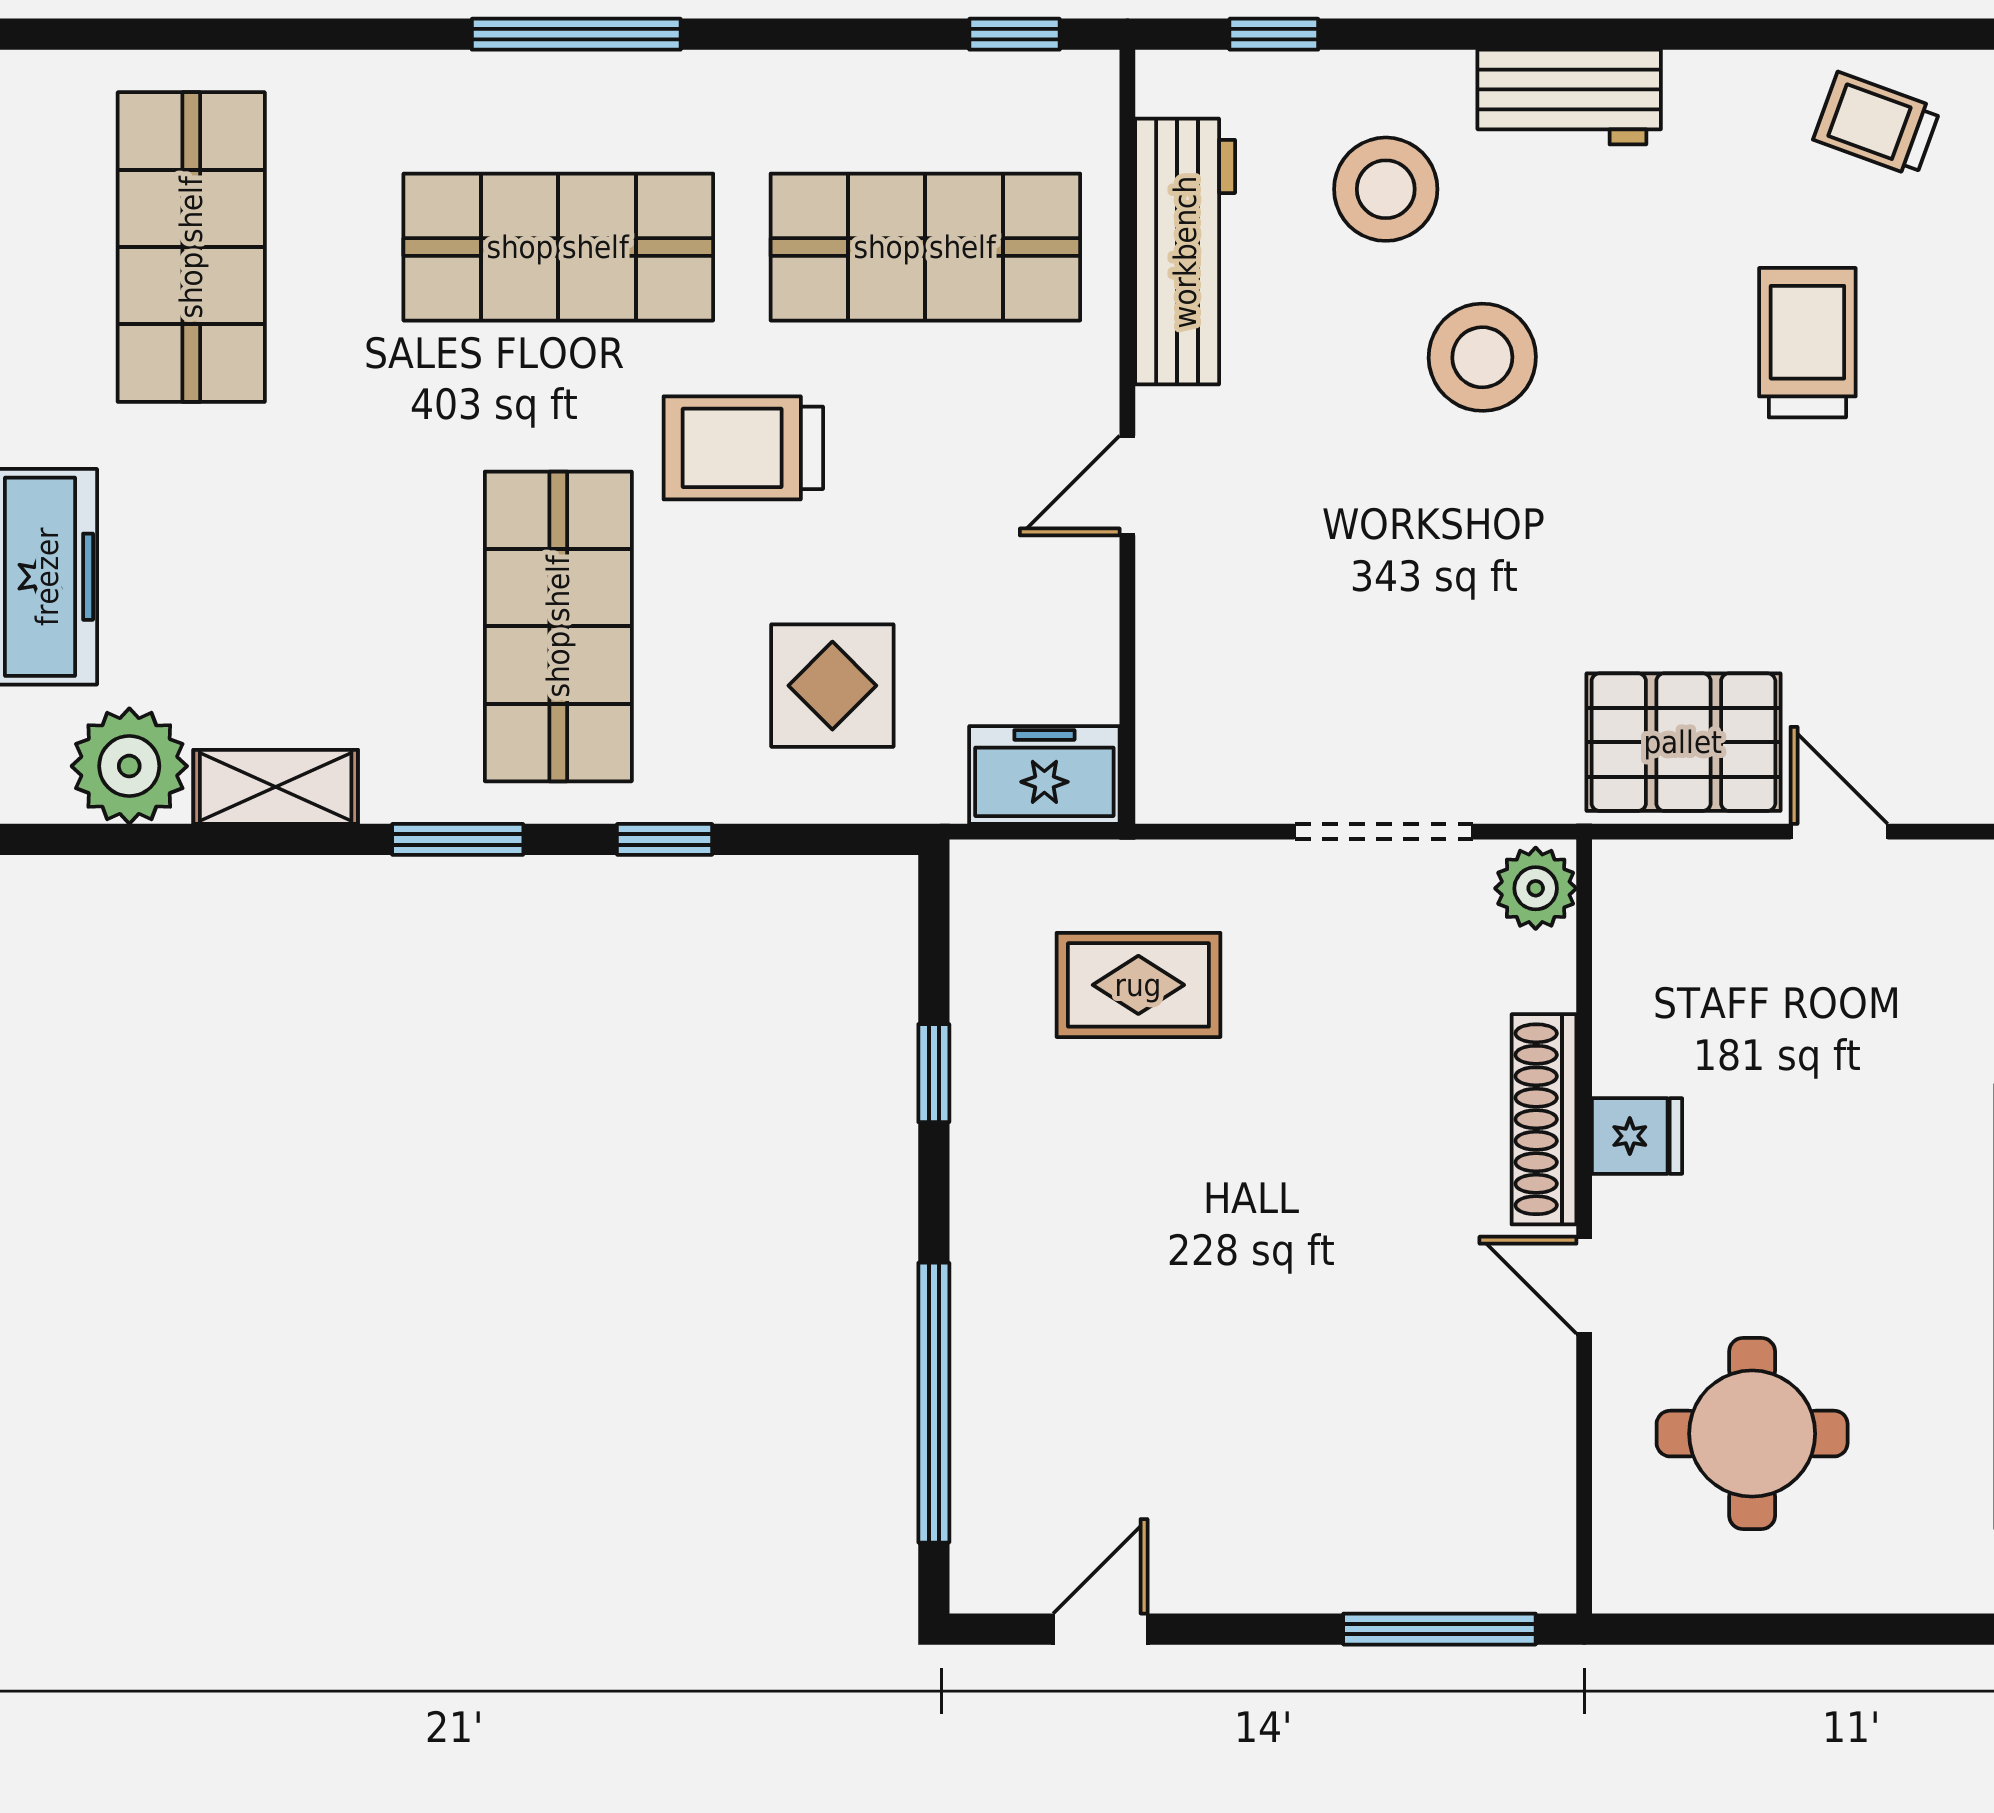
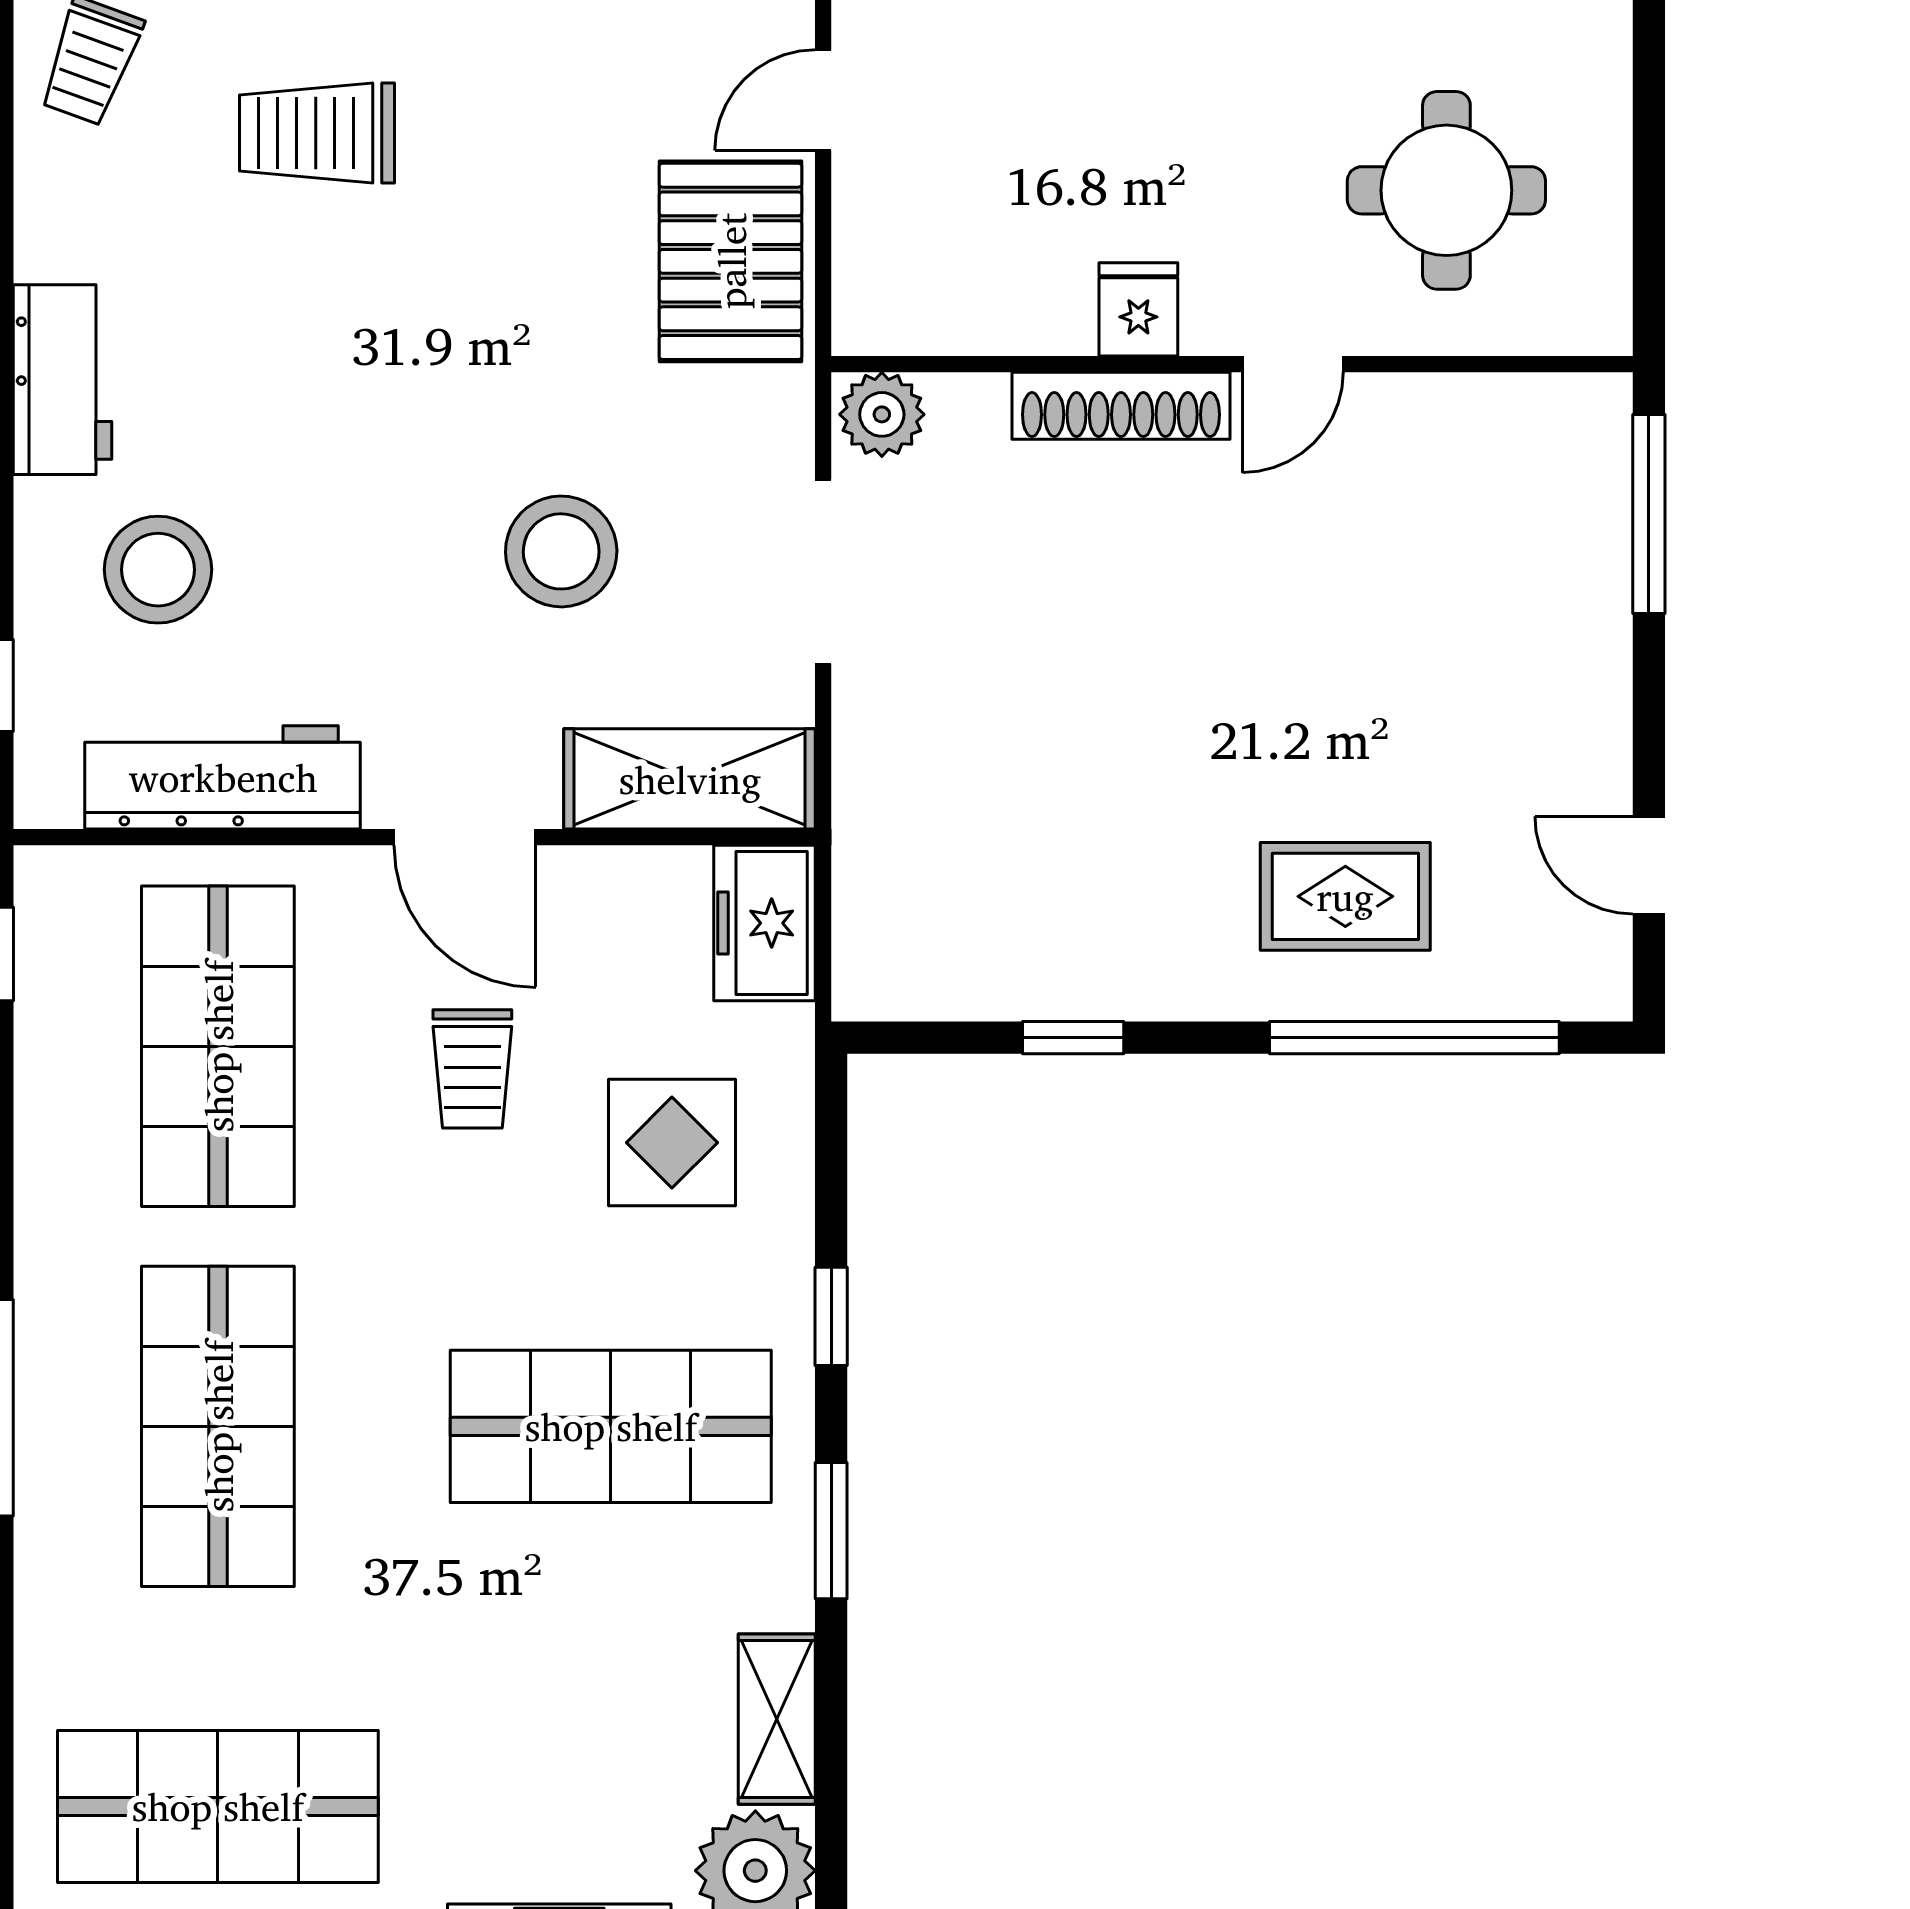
stool: (1482, 357) -> (561, 551), moved
trolley: (743, 448) -> (472, 1069), moved, width x0.73, depth x0.72
door: (1127, 486) -> (465, 837), width x1.38
shelving: (1184, 703) -> (690, 779), added
rug: (1138, 985) -> (1345, 896), moved, turned 90

